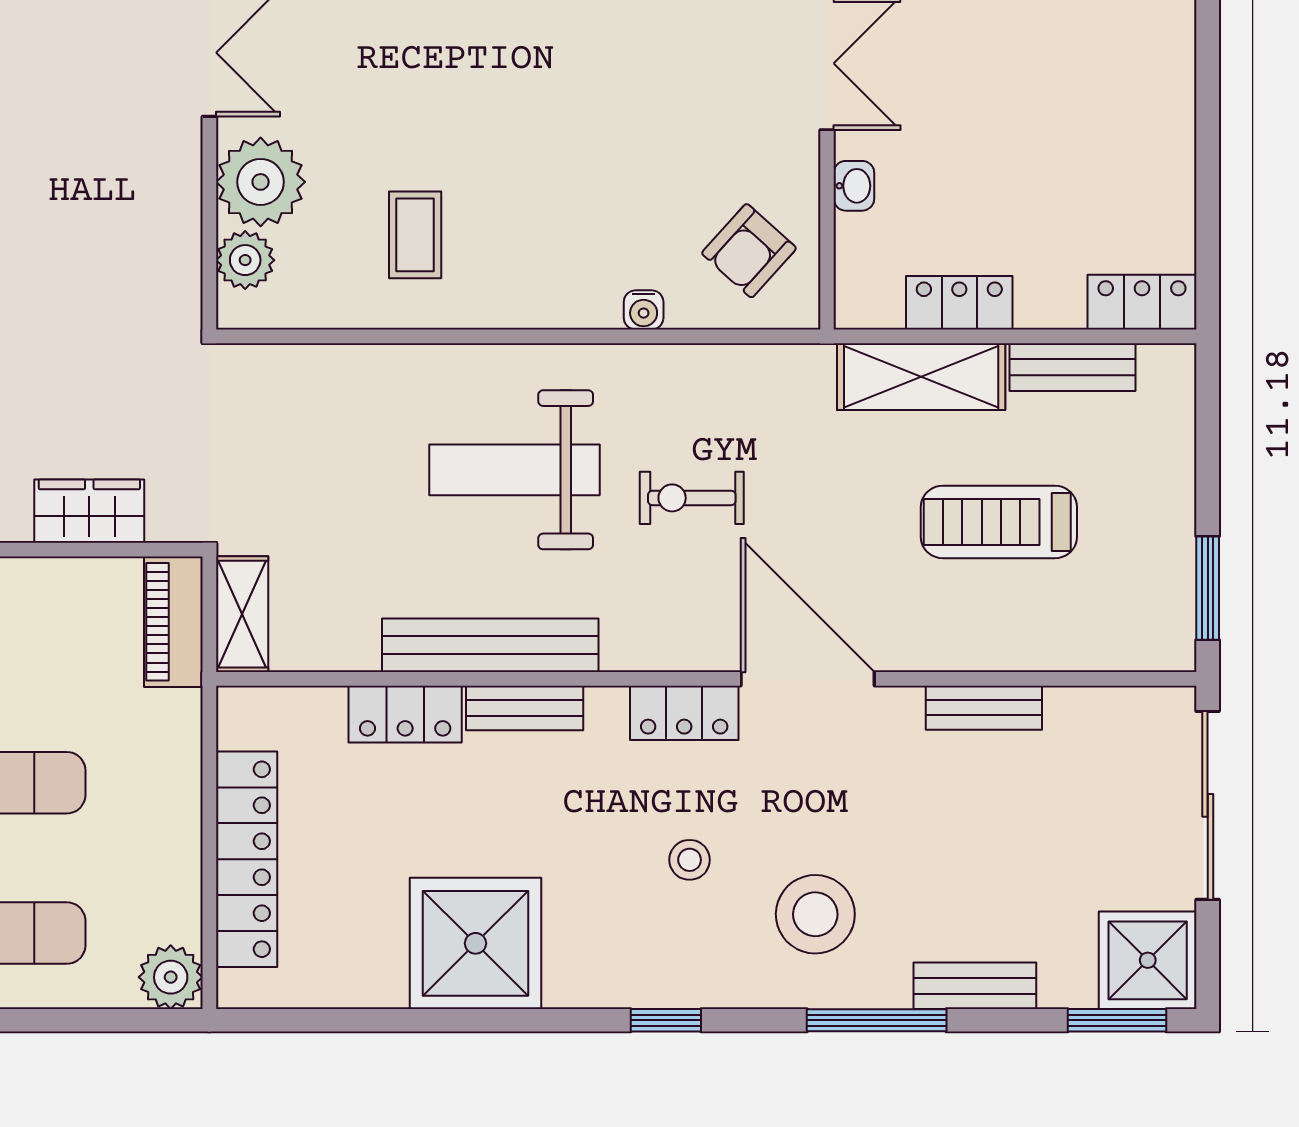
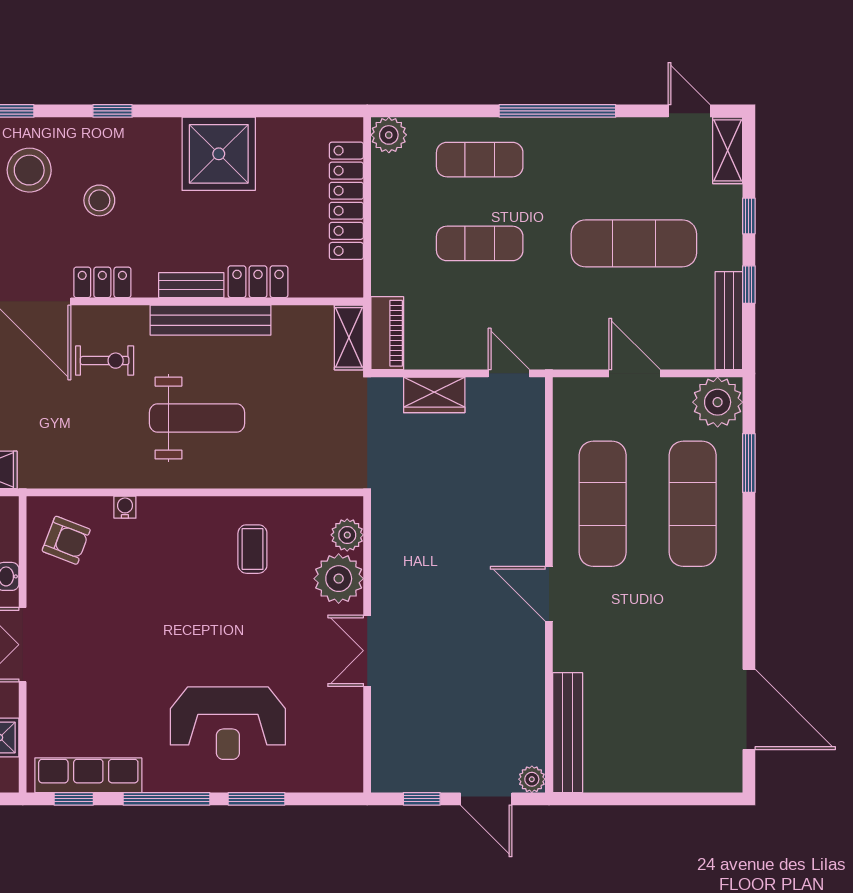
armchair: (749, 251) -> (66, 540), turned 69
exercise bike: (692, 498) -> (105, 361), moved
stool: (690, 860) -> (99, 200), width x1.37, depth x1.37

